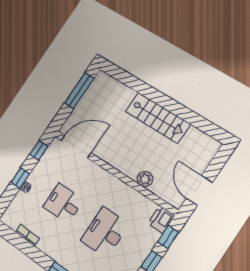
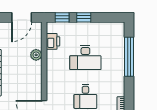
printer: (161, 220) -> (53, 41), moved, turned -90

